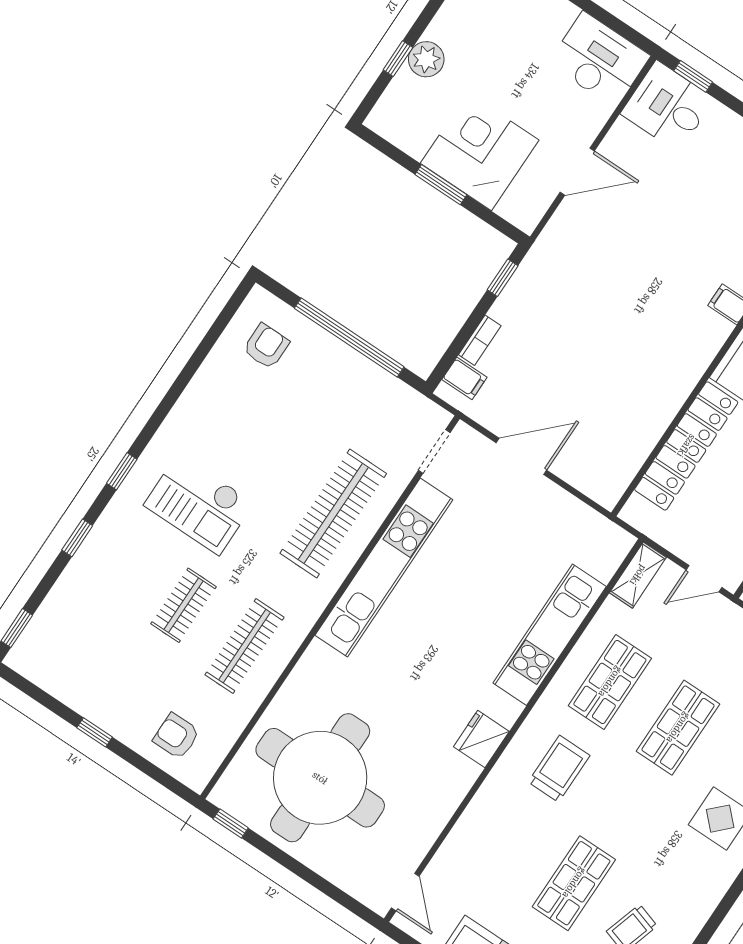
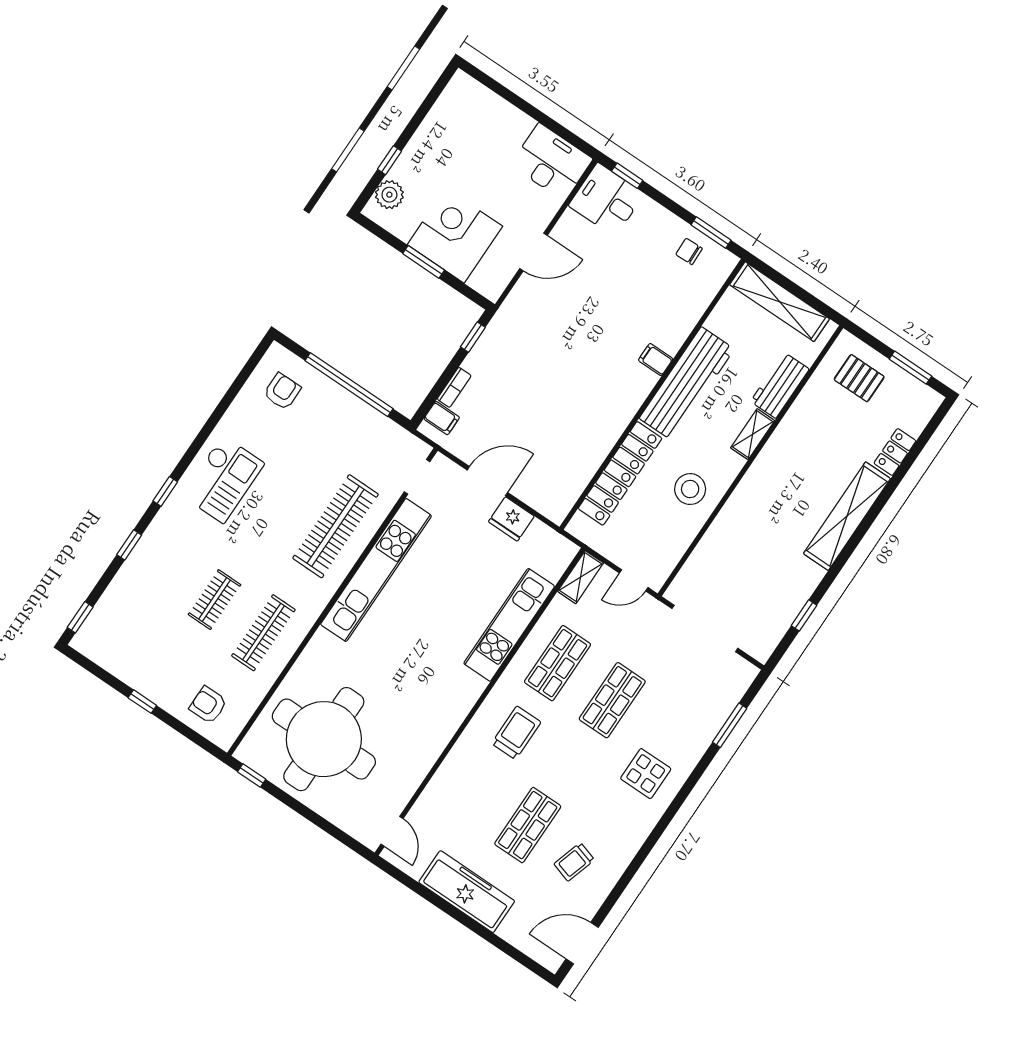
plant: (426, 59) -> (389, 195), moved
checkout: (199, 504) -> (223, 479), moved, turned -90
fridge: (481, 739) -> (511, 519), moved, turned -90

